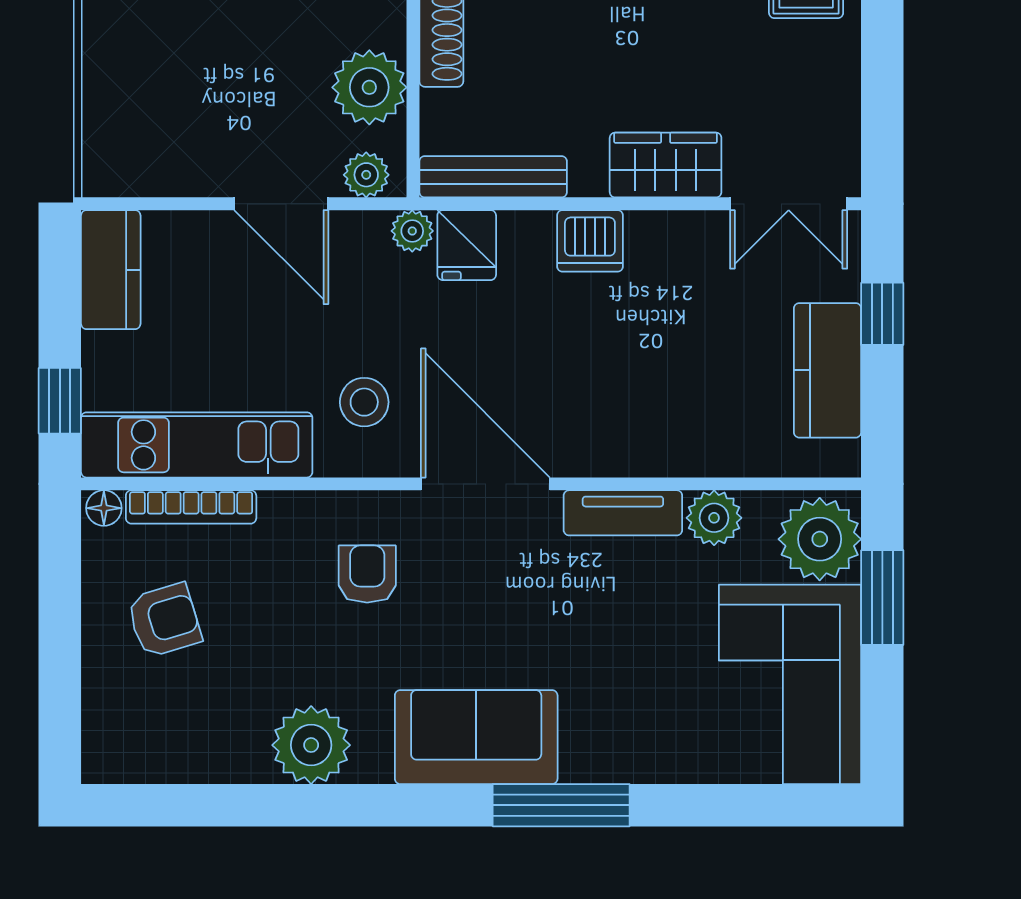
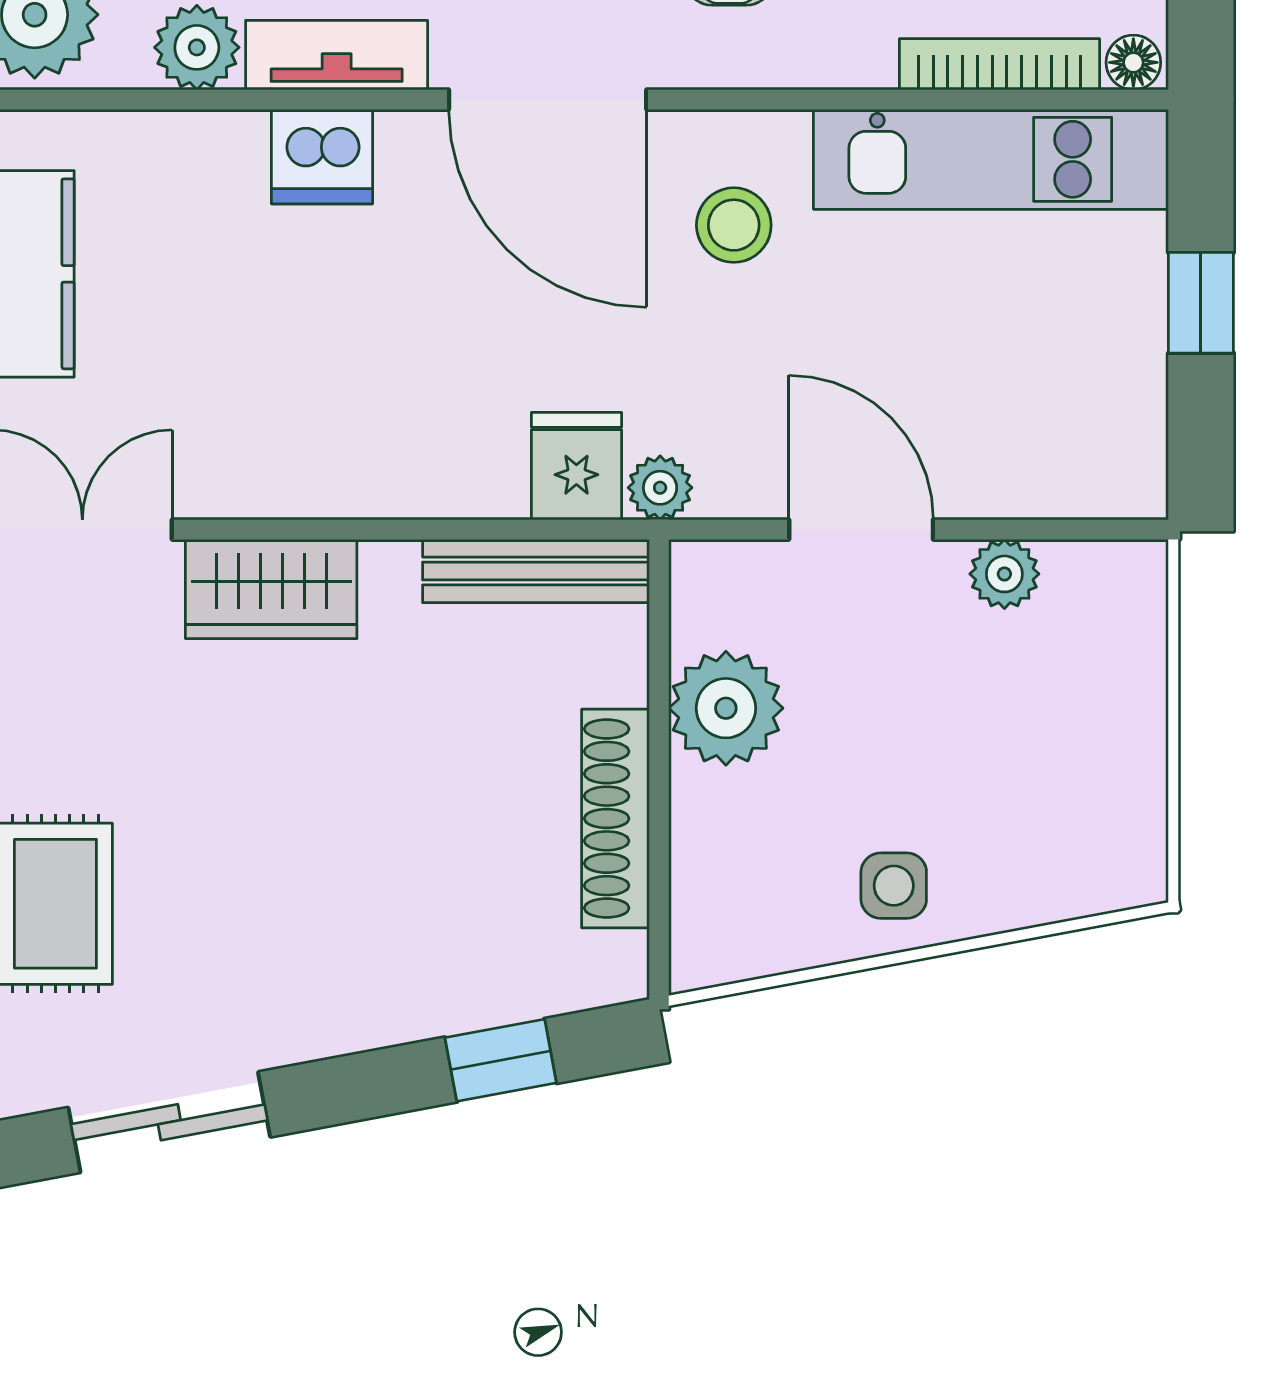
plant: (366, 175) -> (1004, 574), moved
dishwasher: (590, 241) -> (322, 157), moved, turned 180
kitchen counter: (111, 270) -> (1123, 428), removed
window: (60, 401) -> (1201, 303), moved

